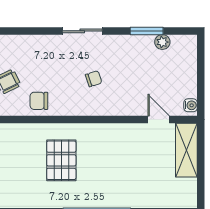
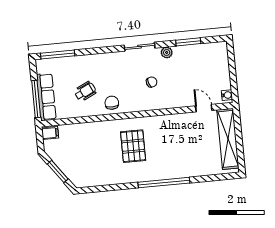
plant: (162, 42) -> (167, 52), moved
chair: (39, 101) -> (112, 103), turned 90
shelving: (186, 150) -> (228, 139), width x1.47

